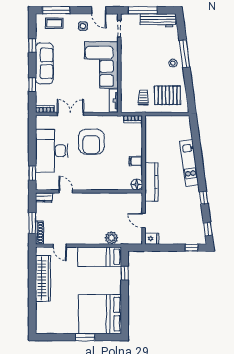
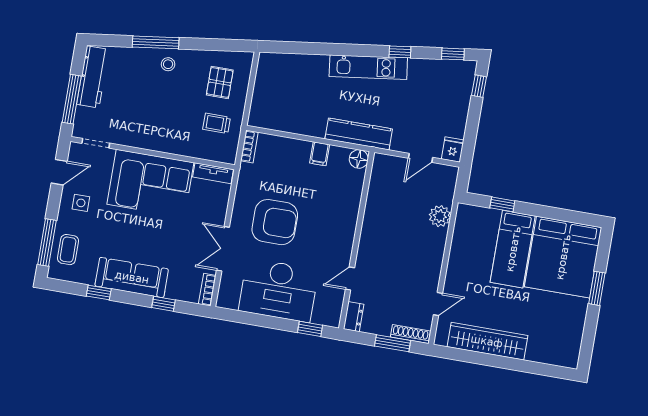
pallet: (168, 95) -> (220, 82), width x0.67, depth x0.71
kitchen unit: (189, 163) -> (368, 67), moved
bed: (100, 257) -> (513, 249), moved

